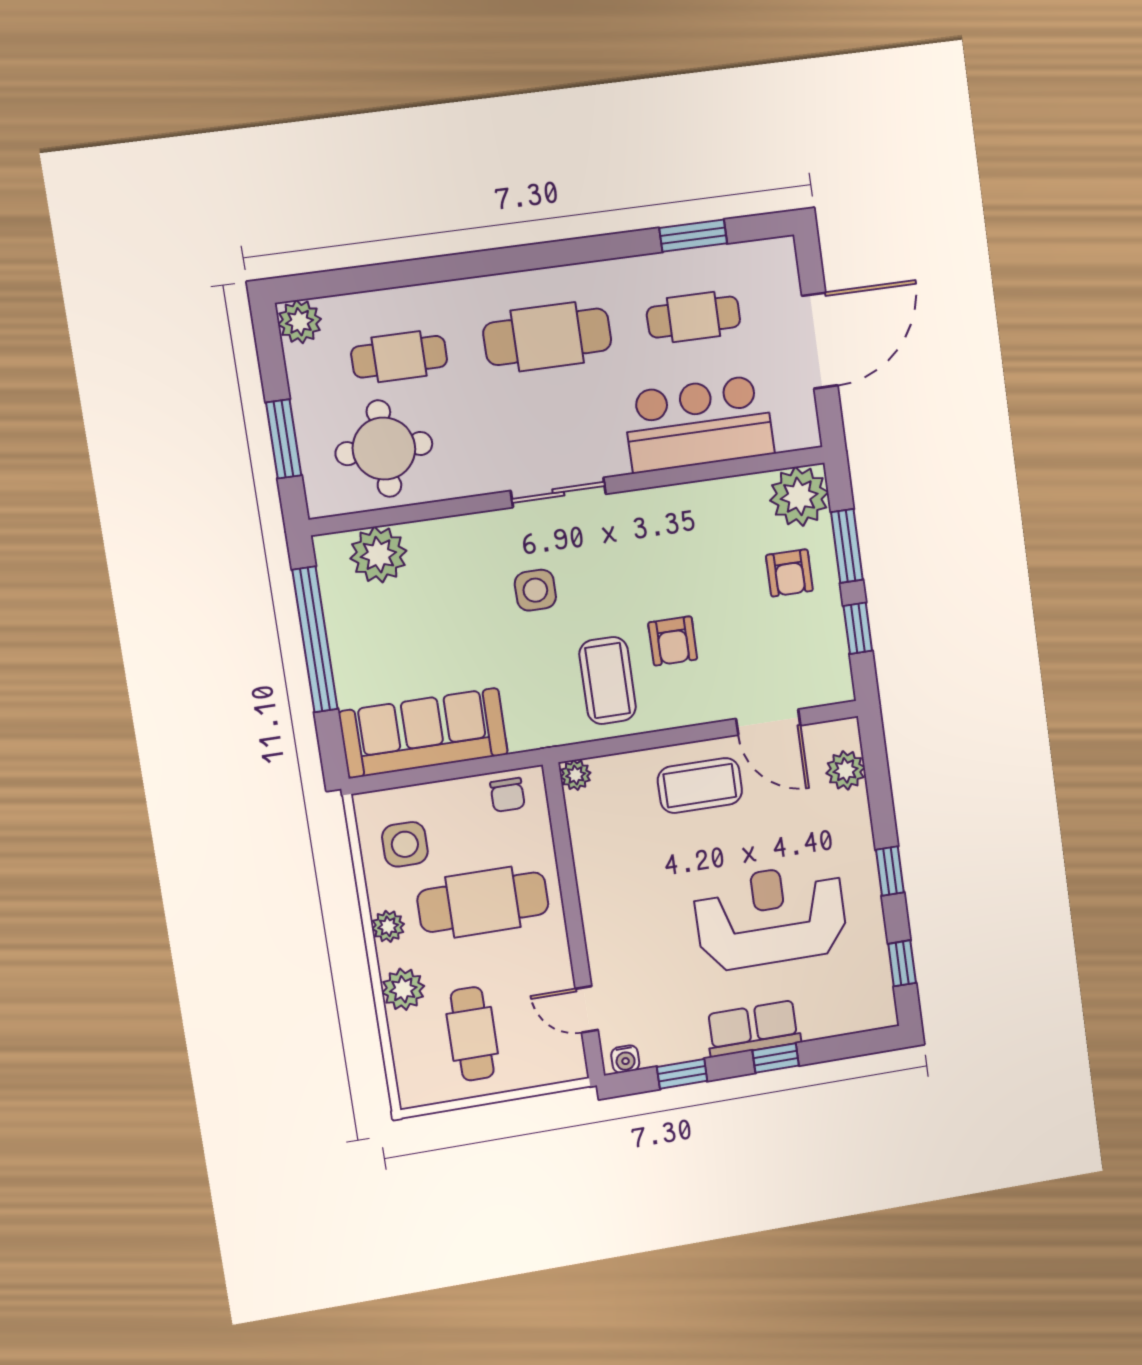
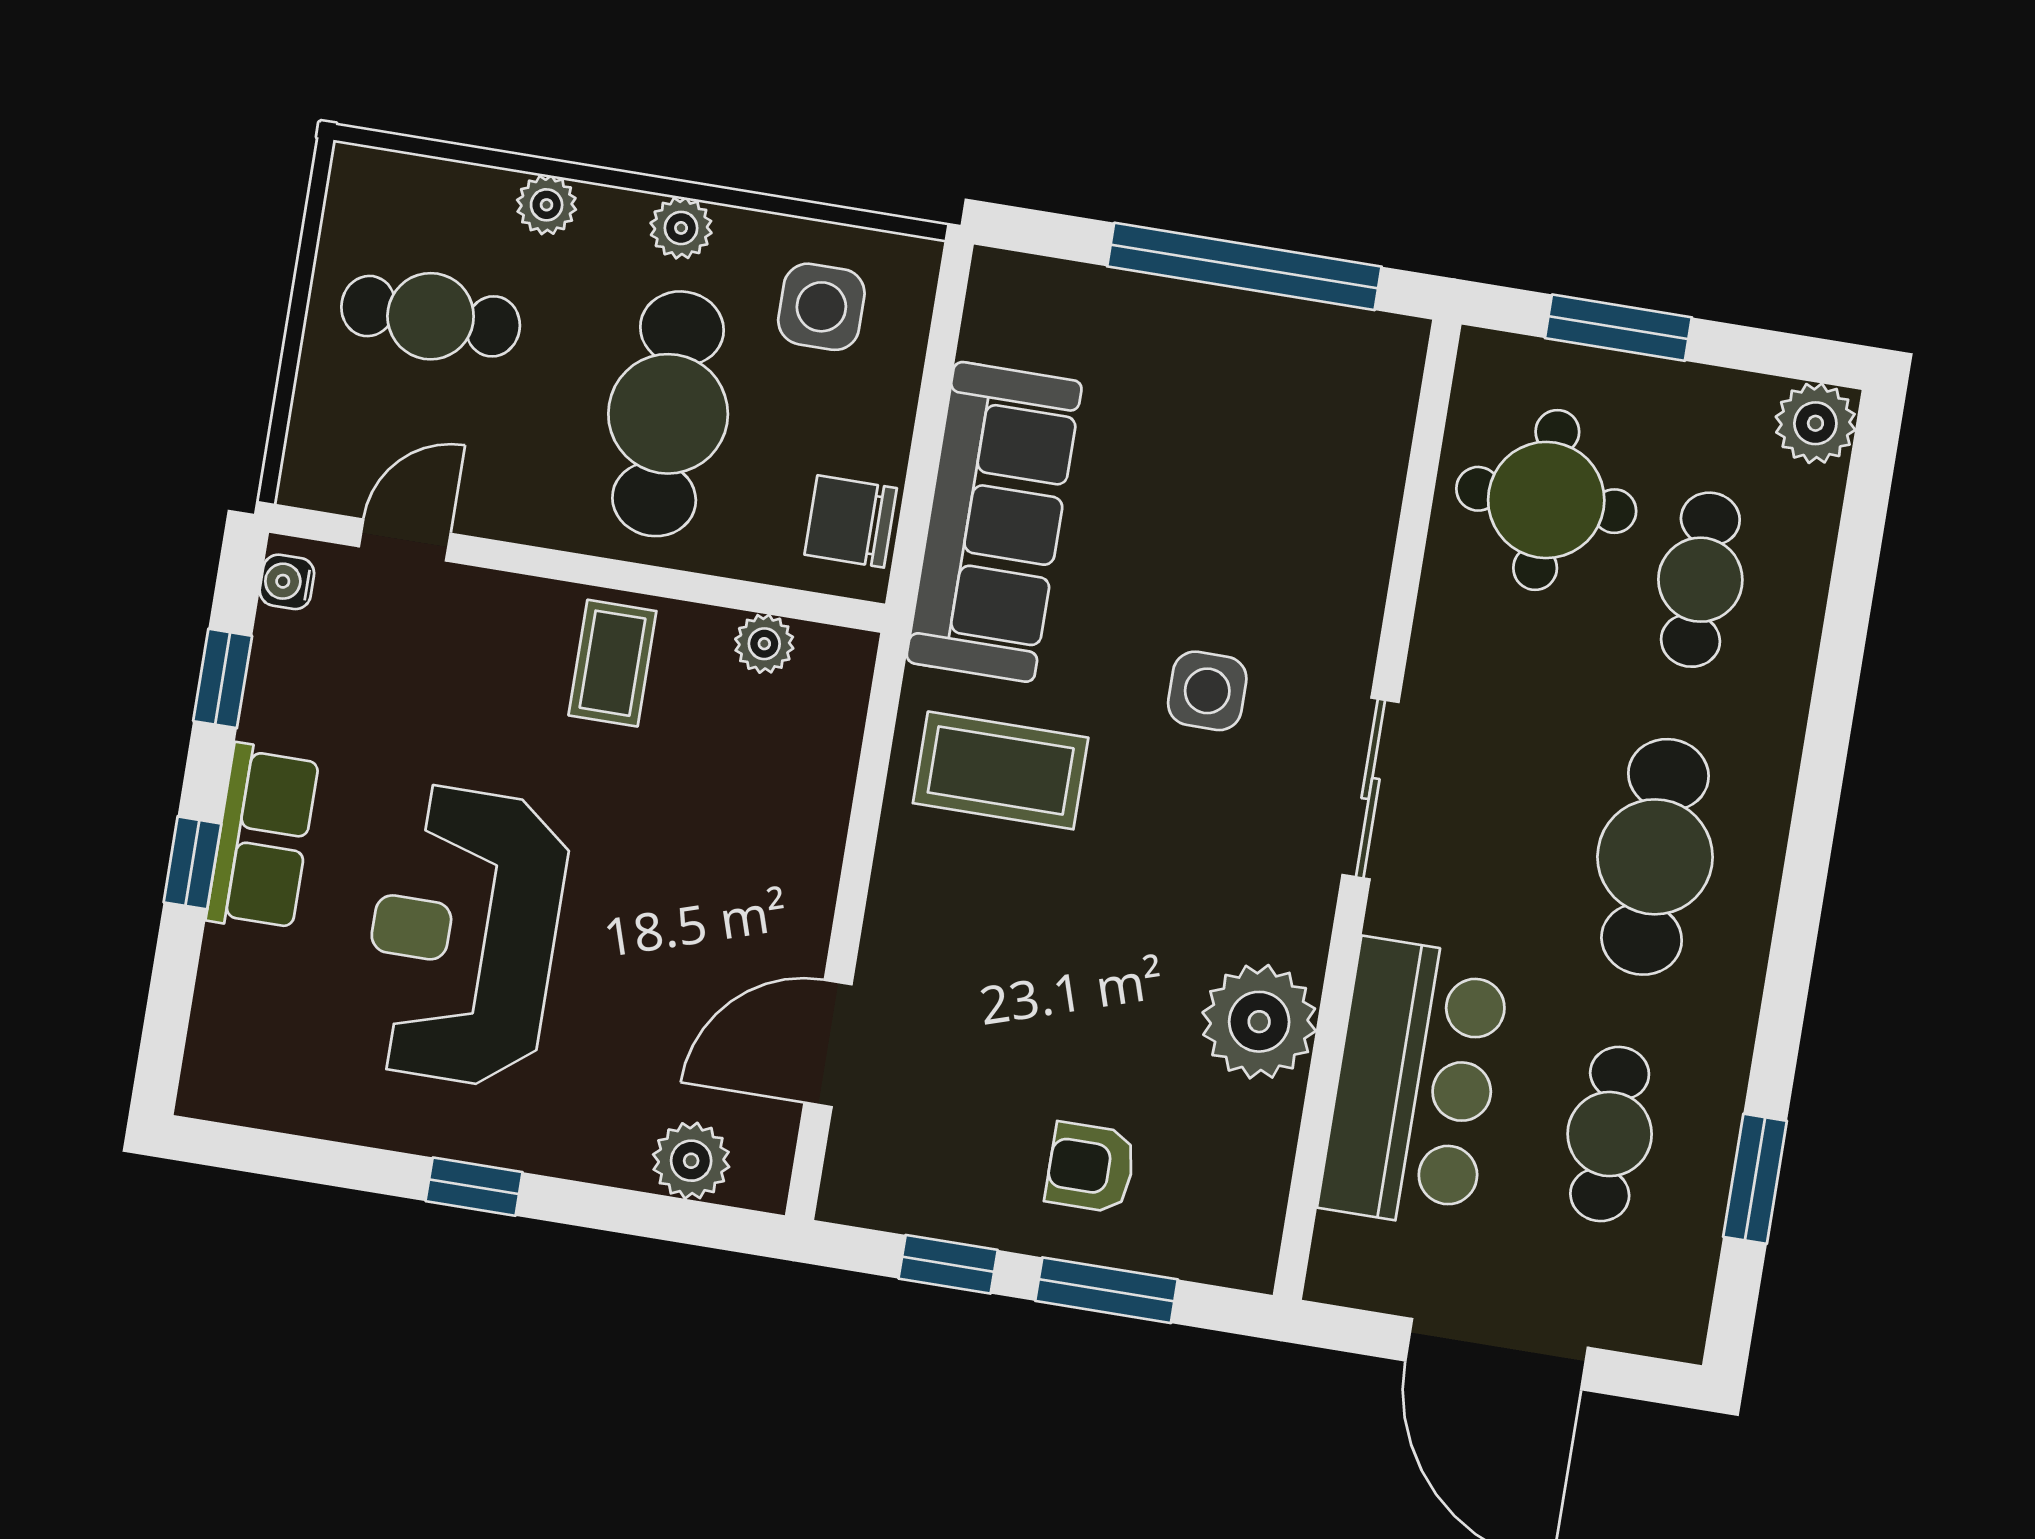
plant: (799, 496) -> (1259, 1022), moved
plant: (378, 555) -> (1360, 429), removed
armchair: (673, 641) -> (1035, 913), removed
sofa: (423, 733) -> (994, 522), moved
plant: (576, 775) -> (764, 644), moved
coffee table: (700, 786) -> (612, 663), moved, width x0.73, depth x0.77
chair: (507, 795) -> (851, 521), width x1.37, depth x1.37
reception desk: (771, 917) -> (463, 936), turned 180
window: (902, 963) -> (291, 1157), removed
plant: (403, 989) -> (547, 205), width x0.73, depth x0.73

